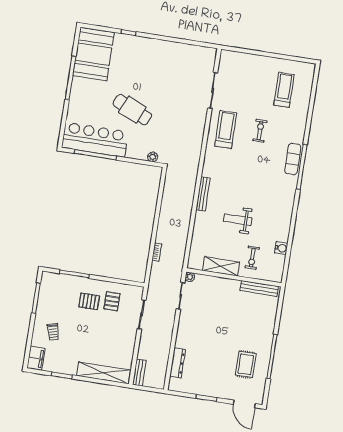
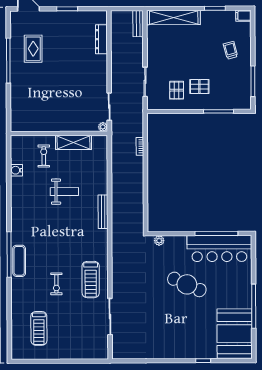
bench: (259, 288) -> (32, 126), removed
filing cabinet: (36, 358) -> (243, 16), width x0.50

